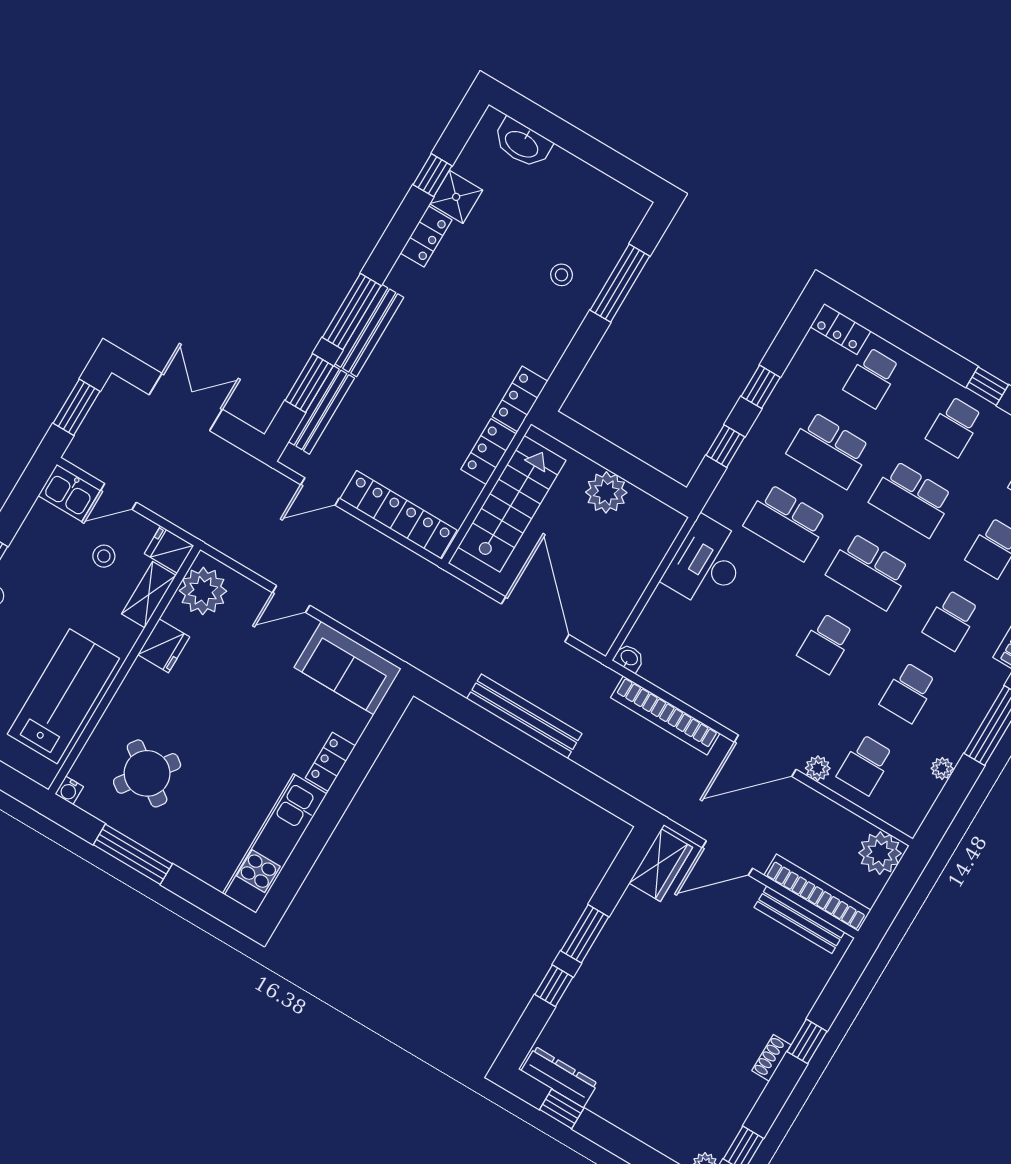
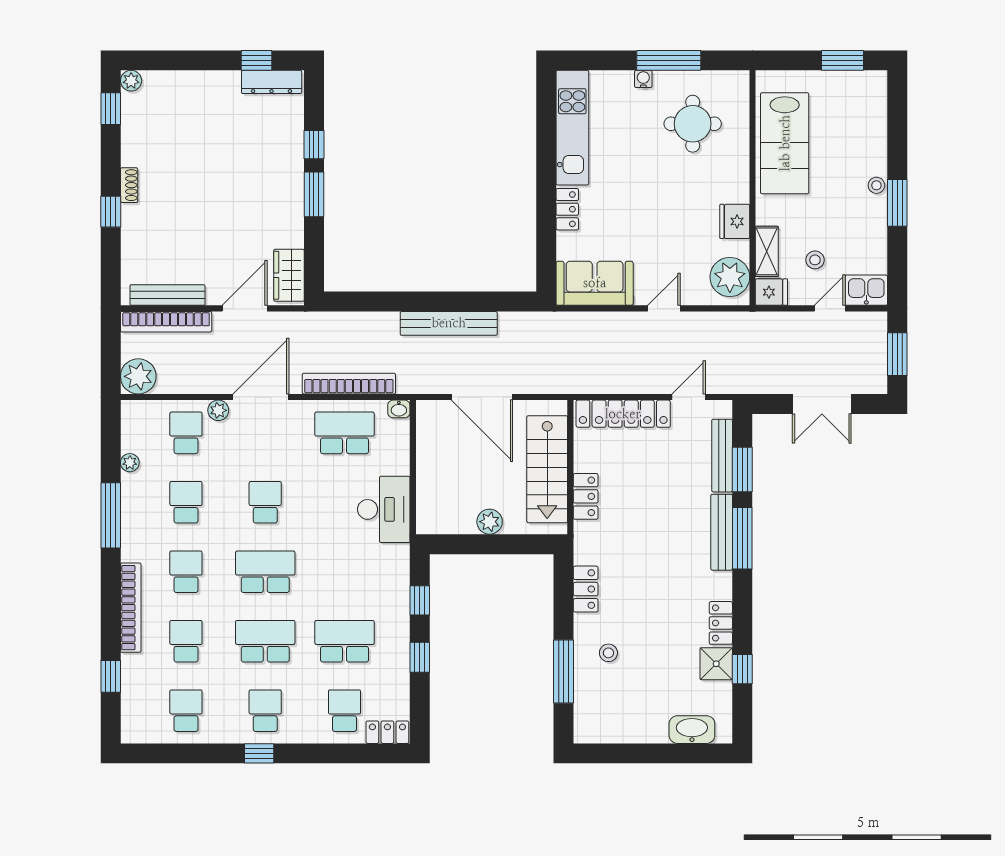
locker: (520, 399) -> (586, 589), moved
plant: (606, 492) -> (490, 522), width x0.73, depth x0.73
school desk: (786, 522) -> (344, 433), moved
round table: (147, 773) -> (693, 124), turned -36
water cooler: (69, 790) -> (643, 79), moved

